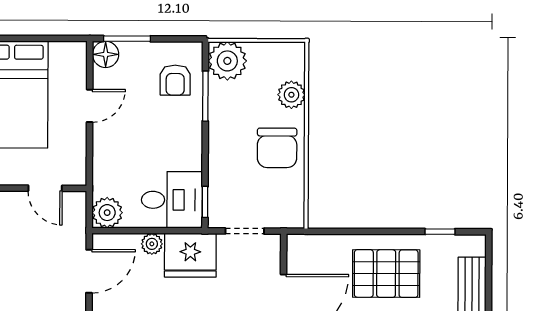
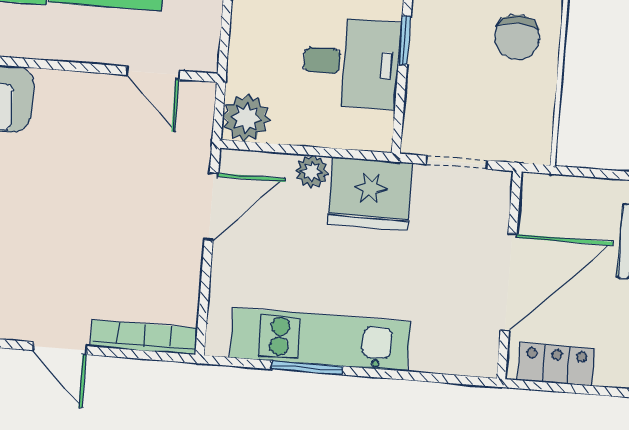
chair: (277, 148) -> (517, 37), width x0.73, depth x0.73
desk: (172, 200) -> (351, 63), moved
window: (205, 202) -> (405, 40), moved

